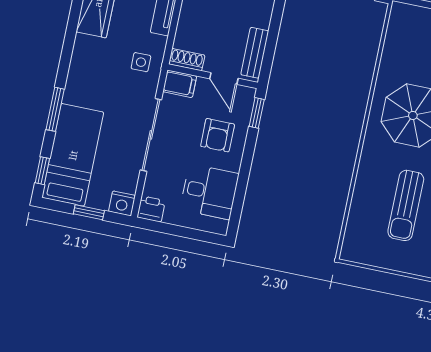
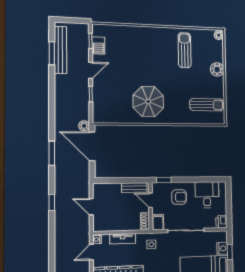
door: (224, 79) -> (150, 200), swing flipped
nightstand: (122, 203) -> (222, 248), moved
sun lounger: (406, 205) -> (207, 105), moved

